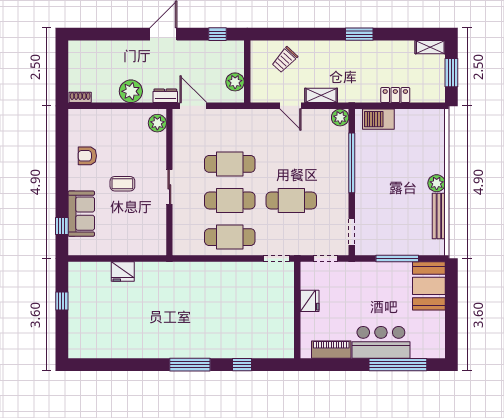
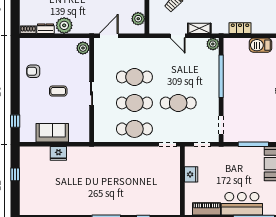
locker: (395, 95) -> (240, 28), moved
dresser: (165, 96) -> (46, 29), moved
door: (193, 106) -> (109, 36), hinge flipped
barbecue: (378, 119) -> (260, 45), moved
sofa: (81, 214) -> (52, 133), moved, turned -90

